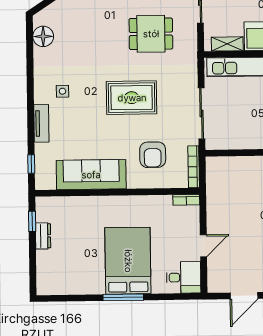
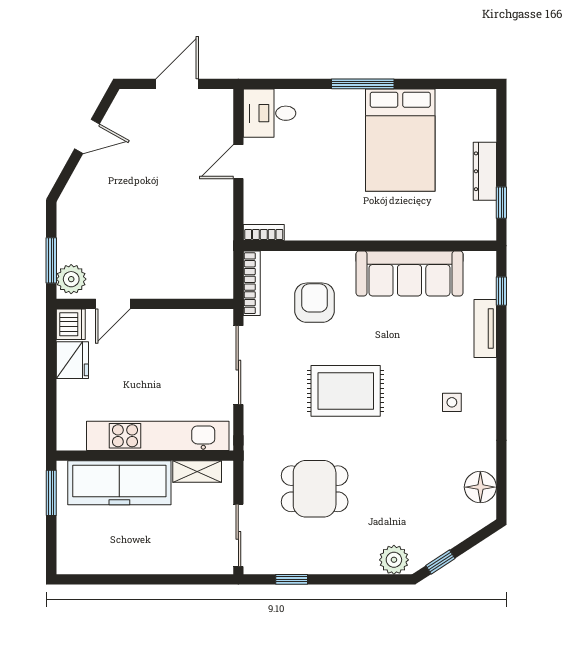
tv unit: (41, 123) -> (485, 328), moved
dresser: (43, 236) -> (485, 171), width x1.44
bed: (128, 261) -> (400, 140), moved

